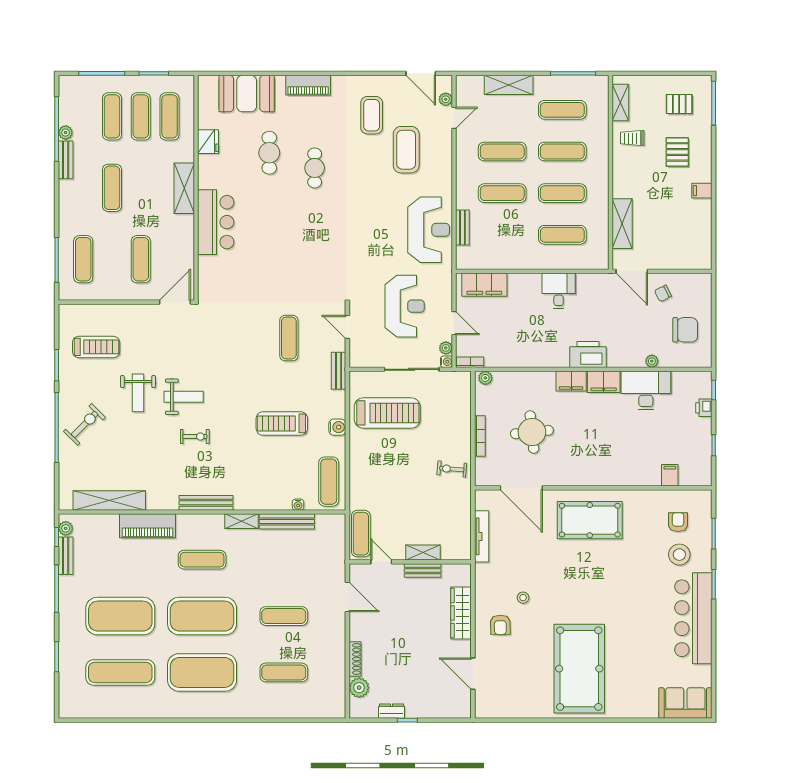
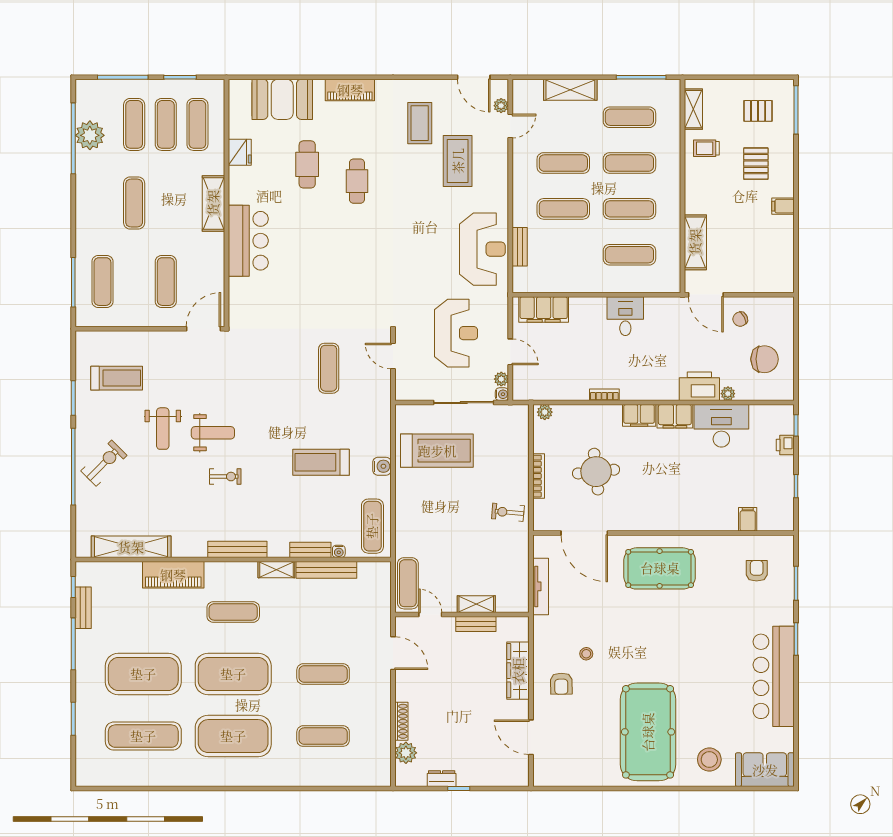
plant: (66, 133) -> (90, 135), width x1.88, depth x1.88
bench: (66, 160) -> (83, 172), removed
printer: (588, 354) -> (699, 386), moved
bookcase: (470, 362) -> (604, 395), moved
bench: (339, 371) -> (310, 550), moved, turned 90
plant: (66, 528) -> (83, 578), removed
stool: (679, 555) -> (709, 760), moved

